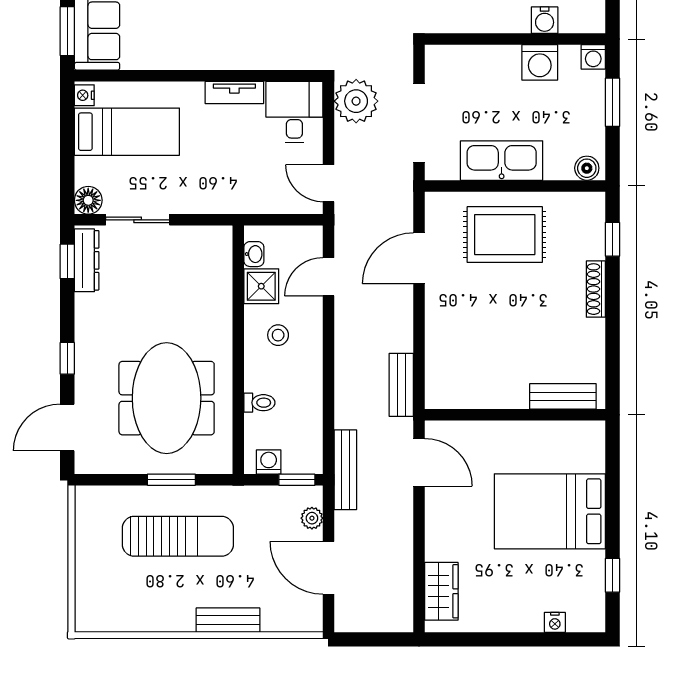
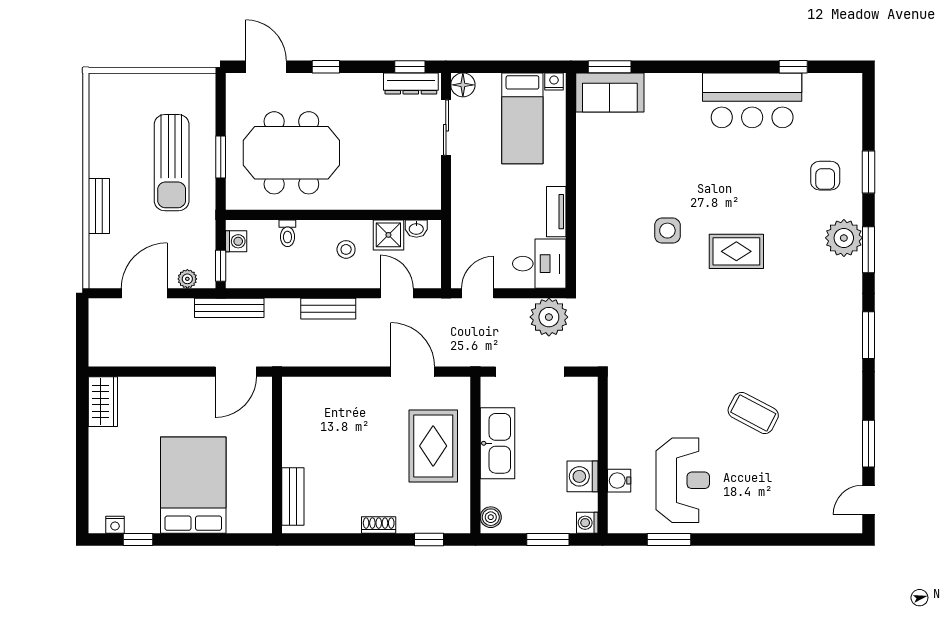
shoe rack: (596, 289) -> (379, 525), width x0.70
bench: (401, 385) -> (328, 309), moved
wardrobe: (441, 591) -> (103, 402), moved, turned -90
nightstand: (555, 622) -> (115, 525), moved, turned -90

